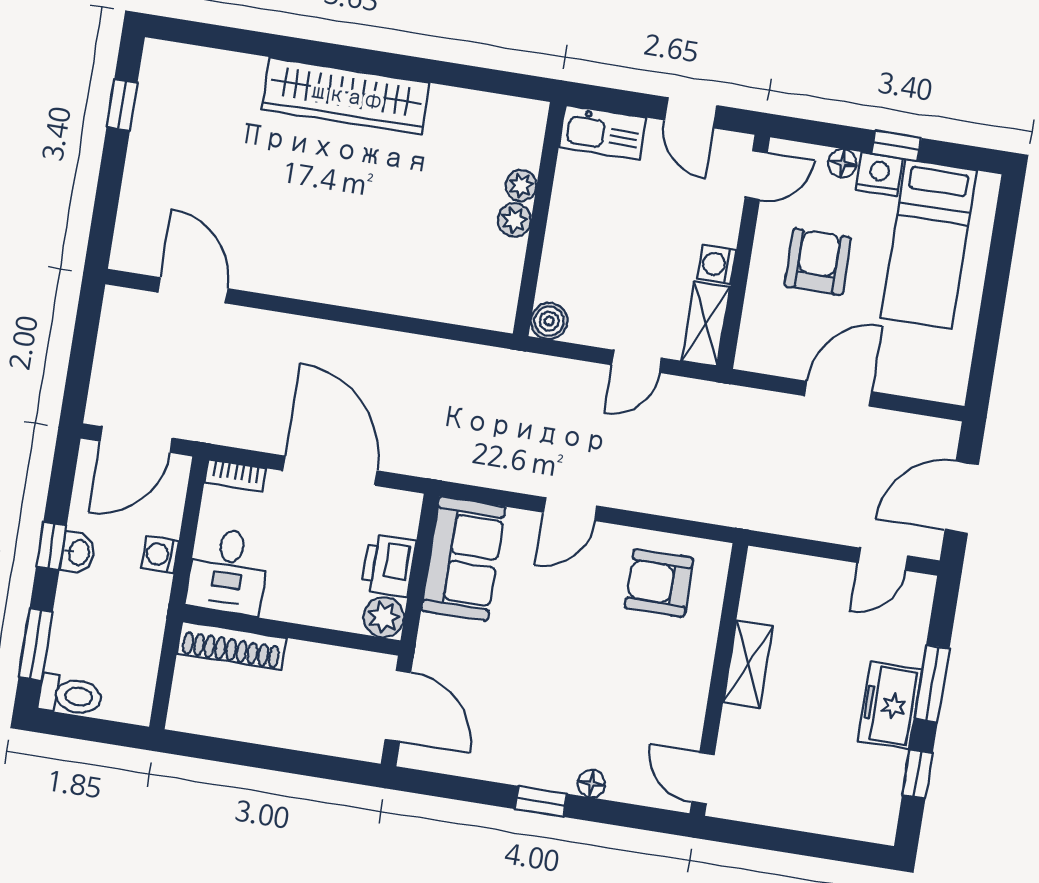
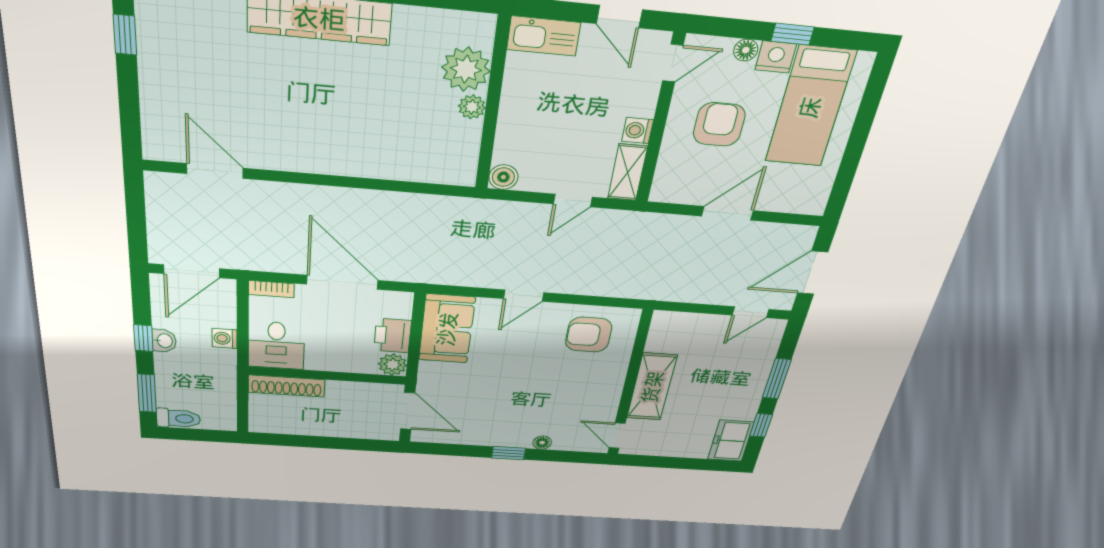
plant: (521, 185) -> (466, 69), width x1.88, depth x1.88
shelving: (748, 664) -> (652, 387), width x1.50, depth x1.33
freezer: (890, 705) -> (731, 441), moved

